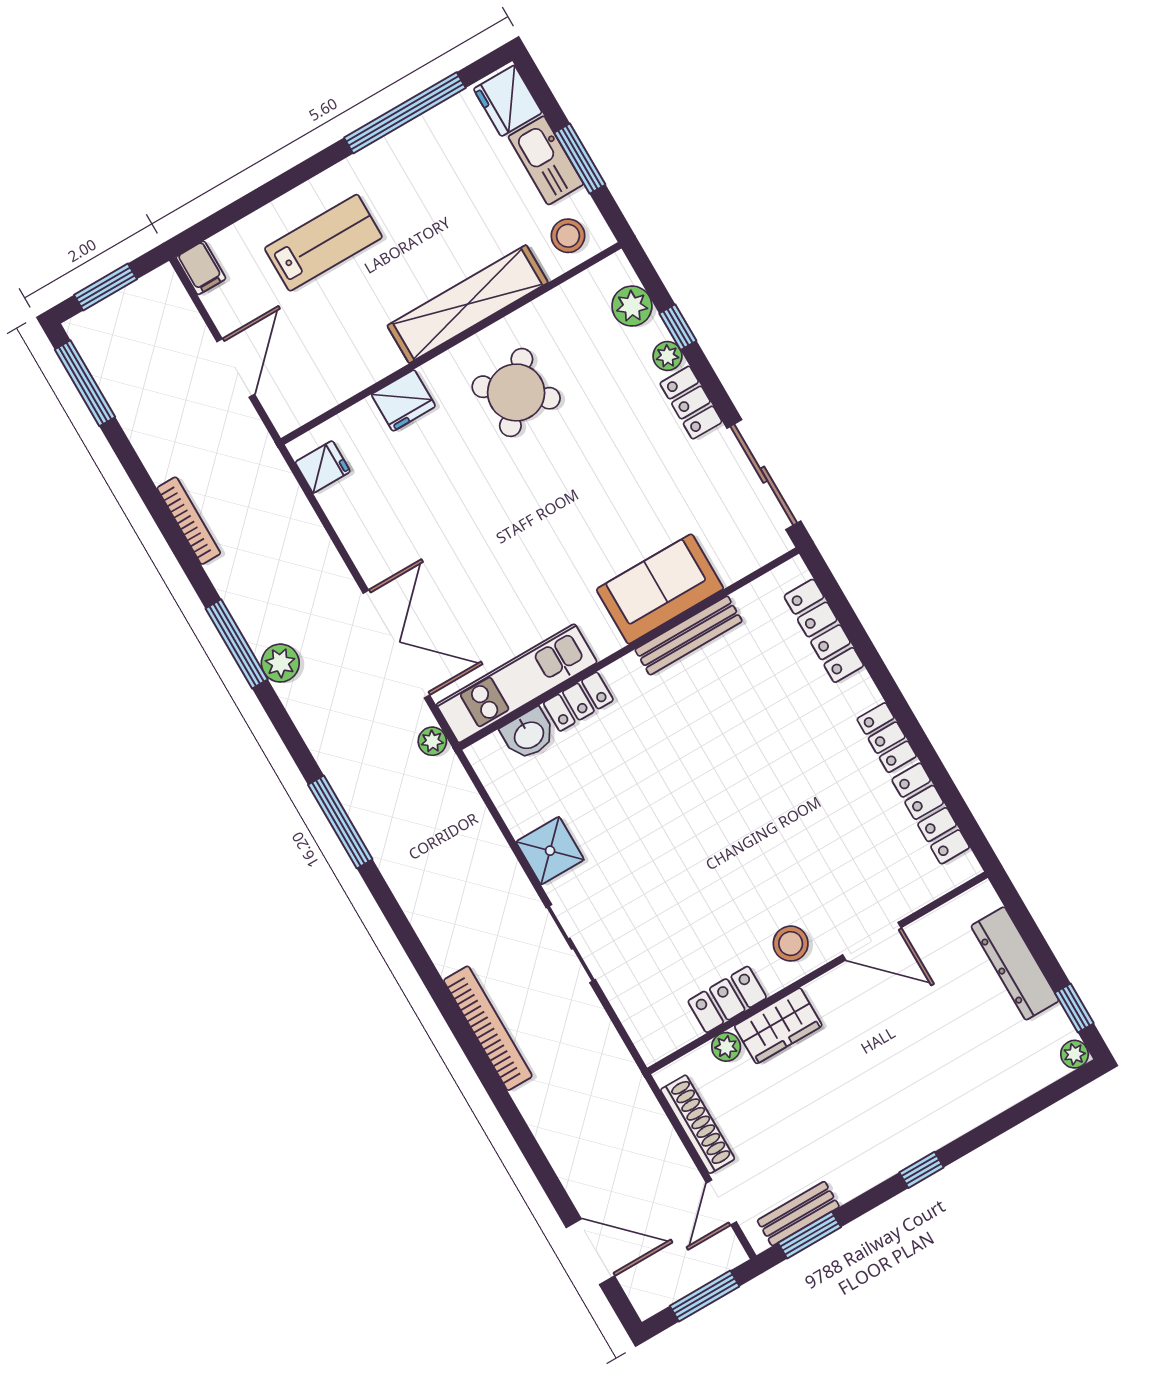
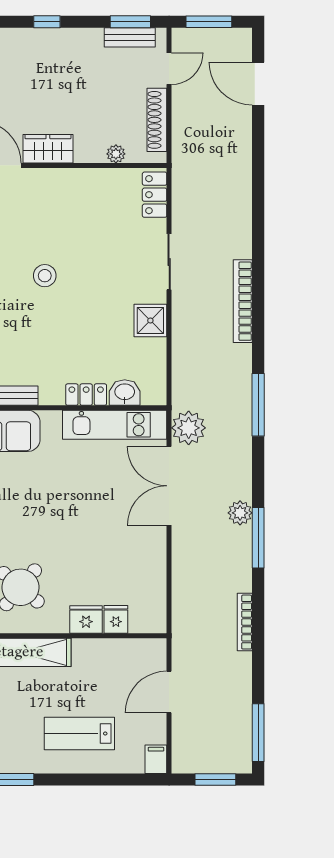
fridge: (323, 467) -> (116, 619), moved, turned 90
plant: (432, 741) -> (189, 428), width x1.88, depth x1.88
stool: (791, 944) -> (45, 276), moved
locker: (727, 999) -> (155, 195), moved, turned 90
wardrobe: (778, 1026) -> (48, 149), moved
bookcase: (488, 1028) -> (243, 301), moved

